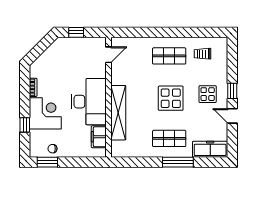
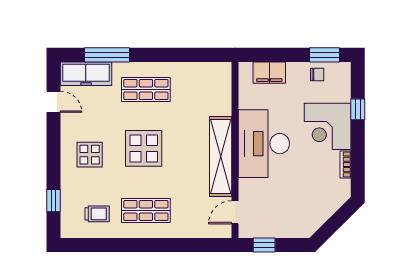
window: (76, 32) -> (264, 245), moved
window: (232, 91) -> (53, 201), moved
shelving: (118, 113) -> (221, 156), moved
door: (232, 116) -> (53, 102), moved
filing cabinet: (99, 137) -> (269, 73), moved, turned 90
window: (178, 162) -> (107, 55), moved

